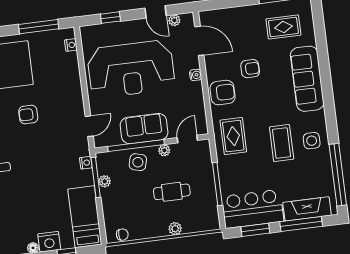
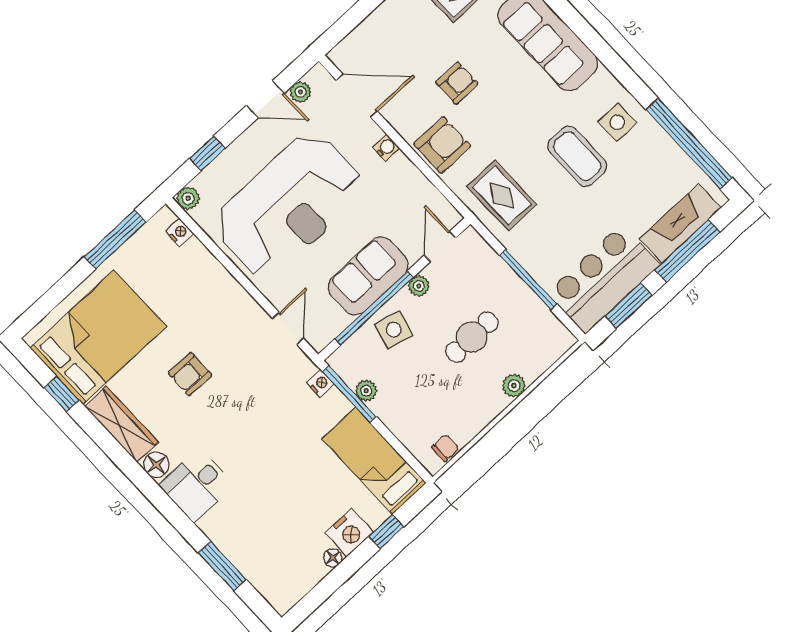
plant: (86, 32) -> (188, 198), added

